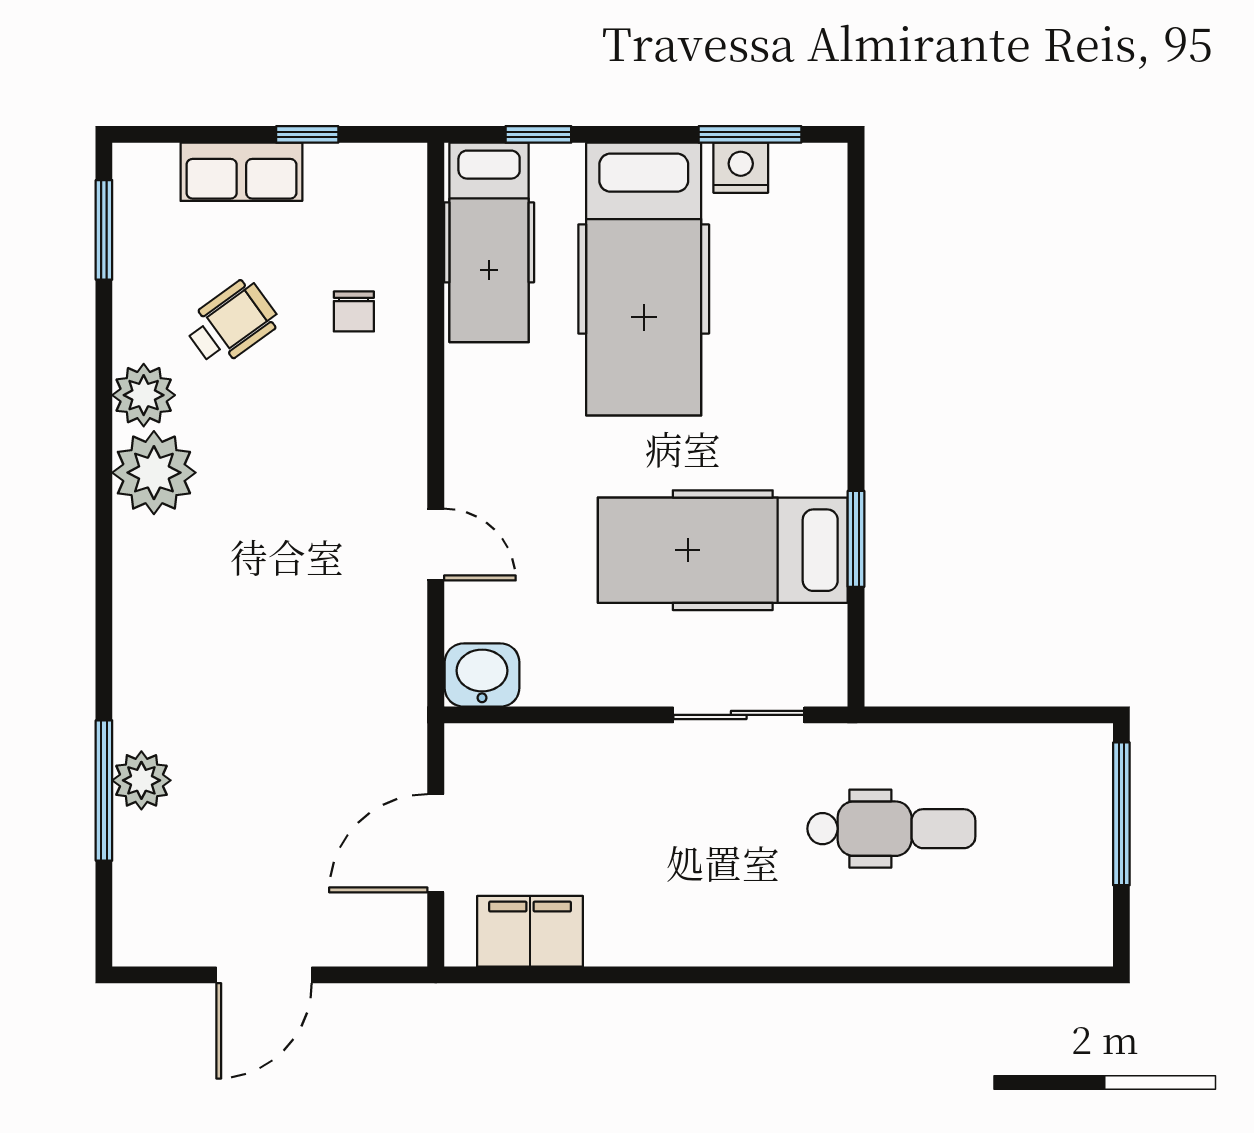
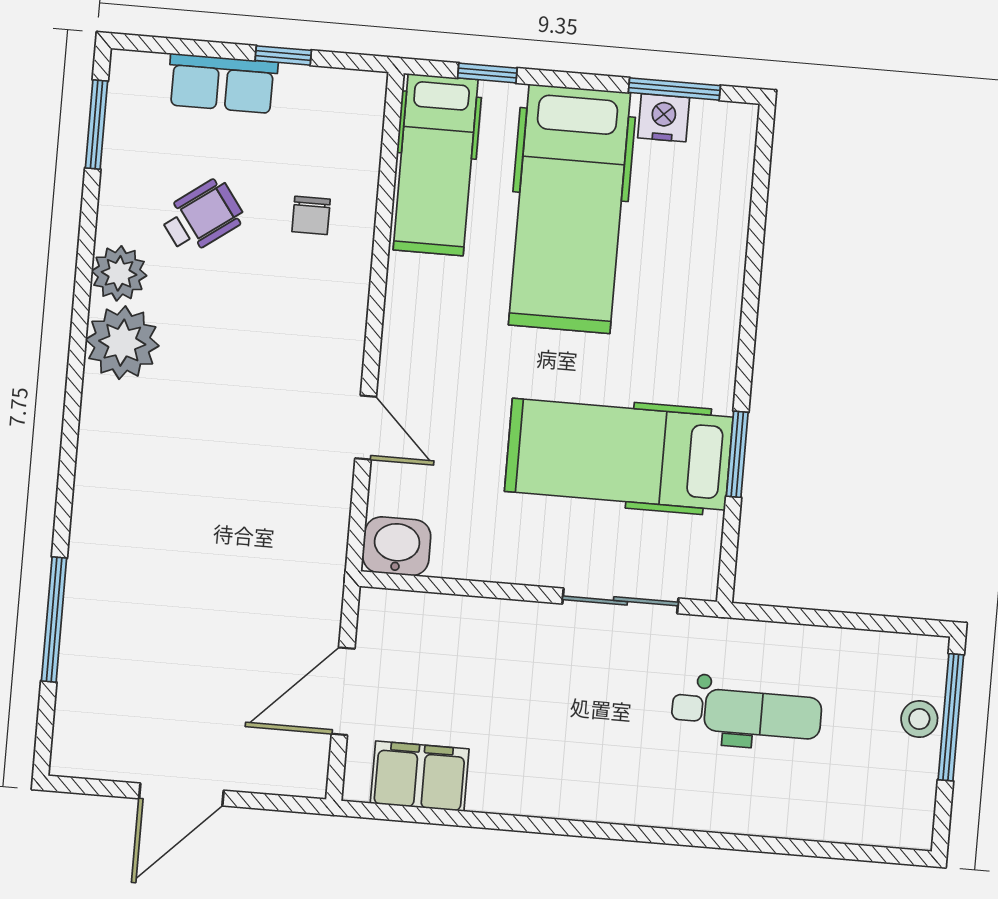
plant: (141, 780) -> (88, 613), removed
stool: (1086, 819) -> (919, 719), added

